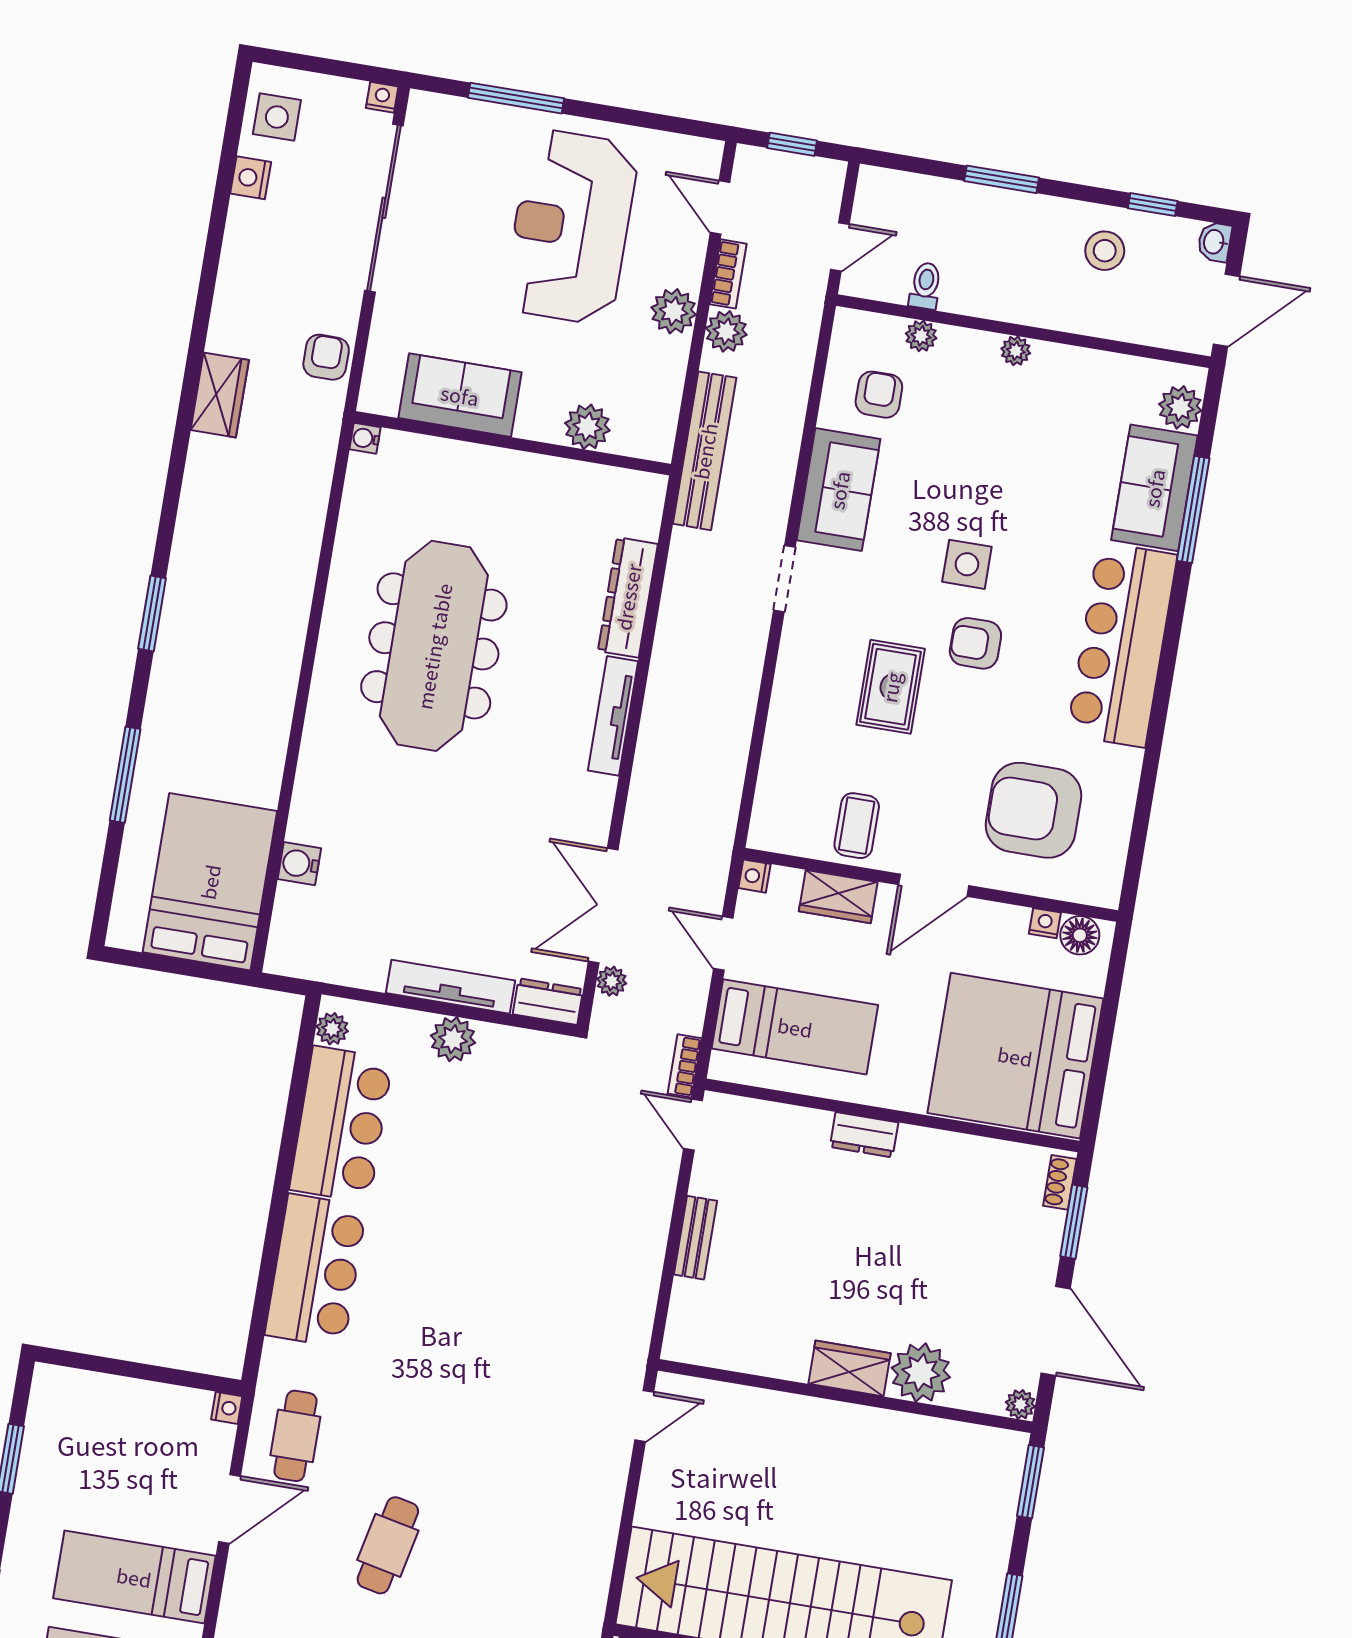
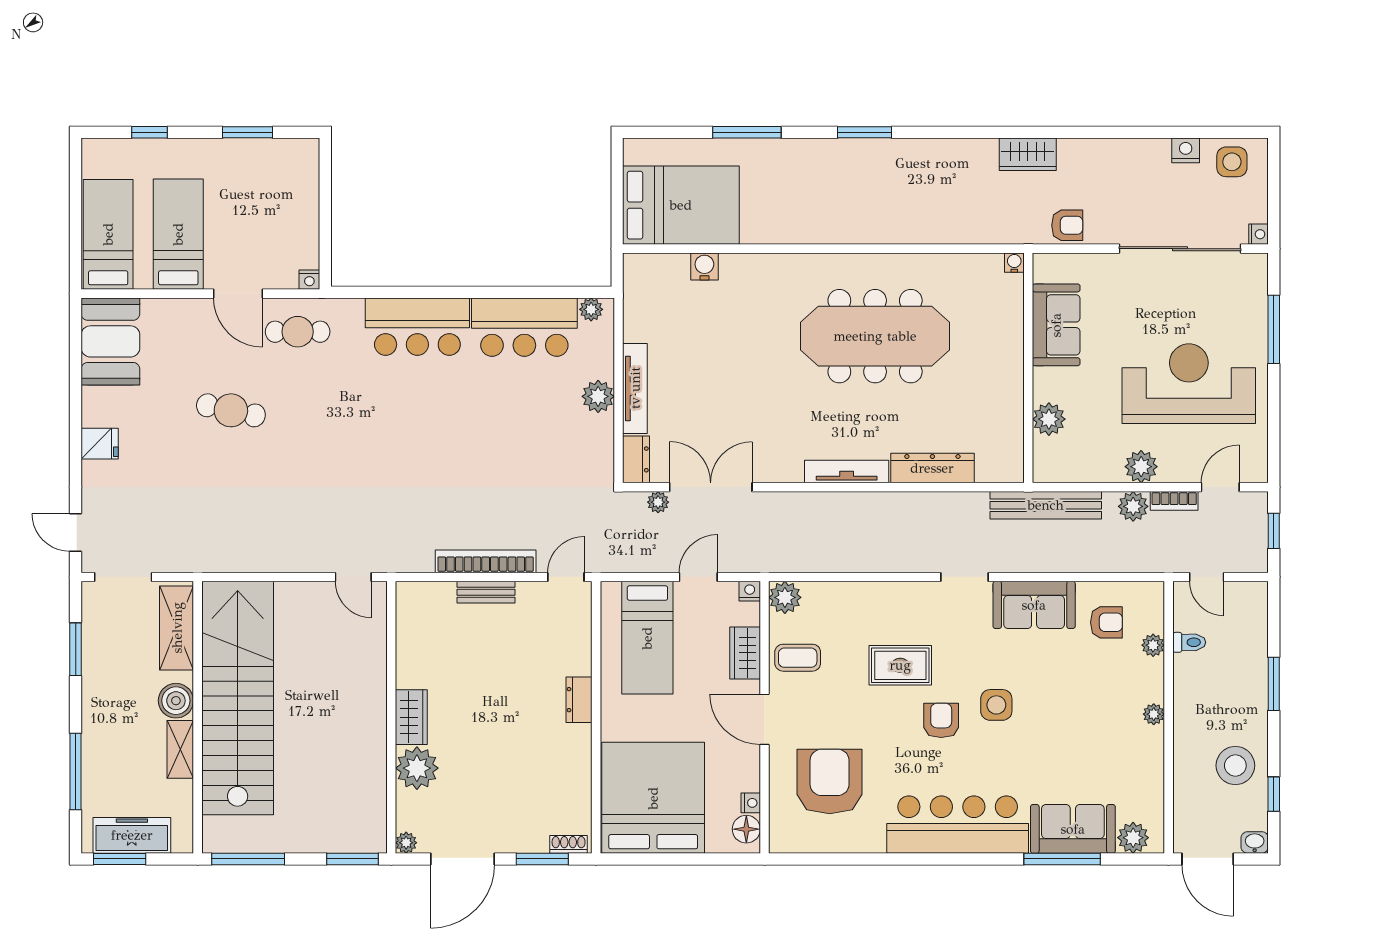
stool: (1105, 251) -> (1235, 766), width x1.38, depth x1.38
plant: (771, 829) -> (785, 597), added
bookcase: (685, 1066) -> (486, 561), moved, width x2.31, depth x1.31

